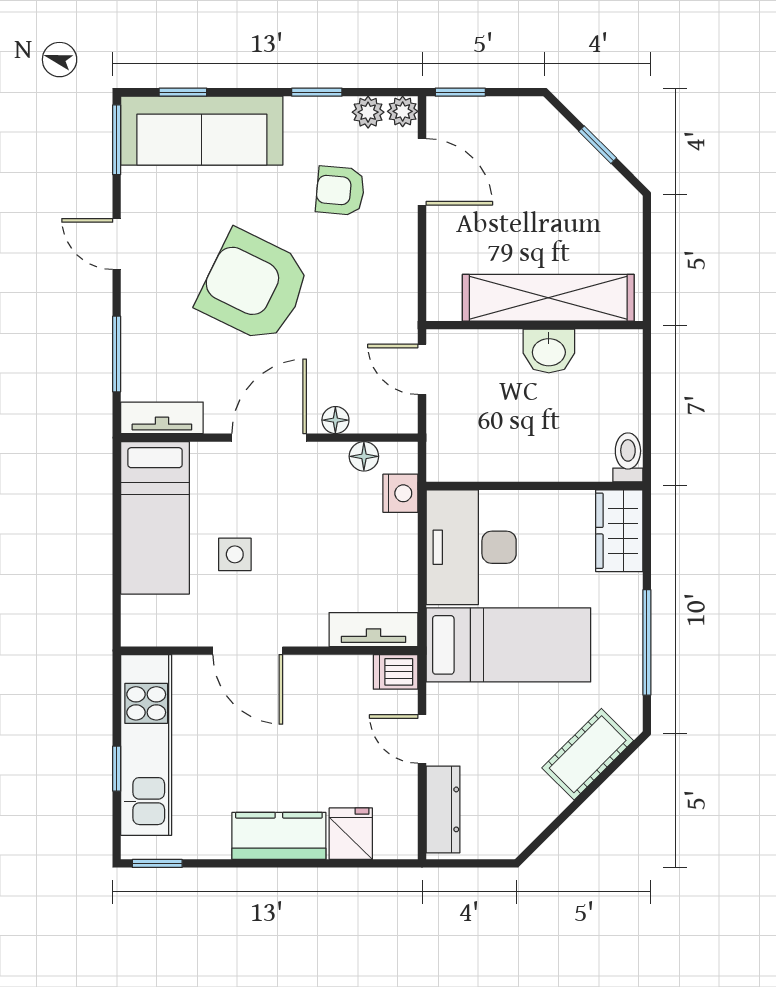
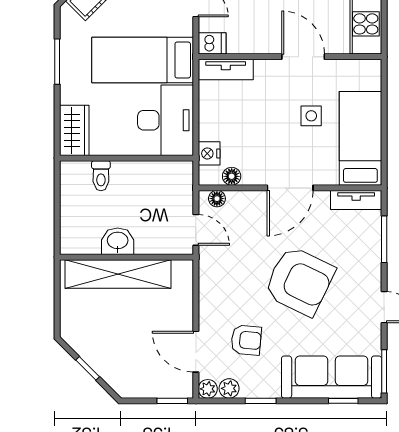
floor lamp: (335, 420) -> (217, 199), moved
toilet: (628, 457) -> (101, 176), moved
window: (647, 642) -> (57, 62), width x0.69

